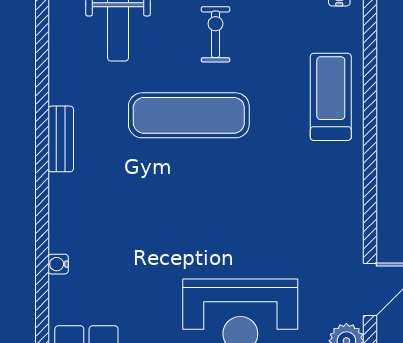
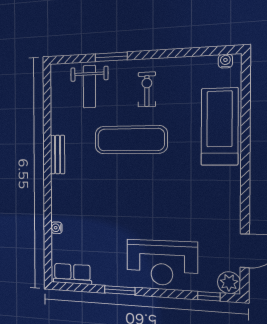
treadmill: (331, 97) -> (220, 127), width x1.37, depth x1.38

